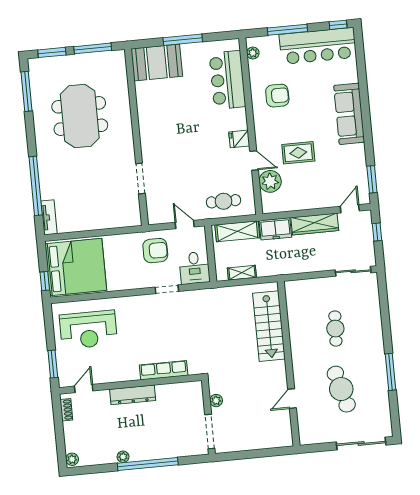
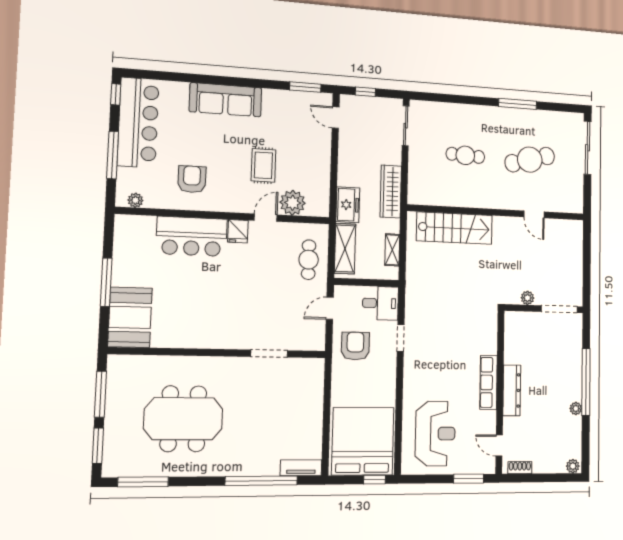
bar counter: (227, 80) -> (192, 236), moved
wardrobe: (315, 224) -> (391, 191), moved, turned 180
row of seats: (164, 370) -> (489, 382), moved

